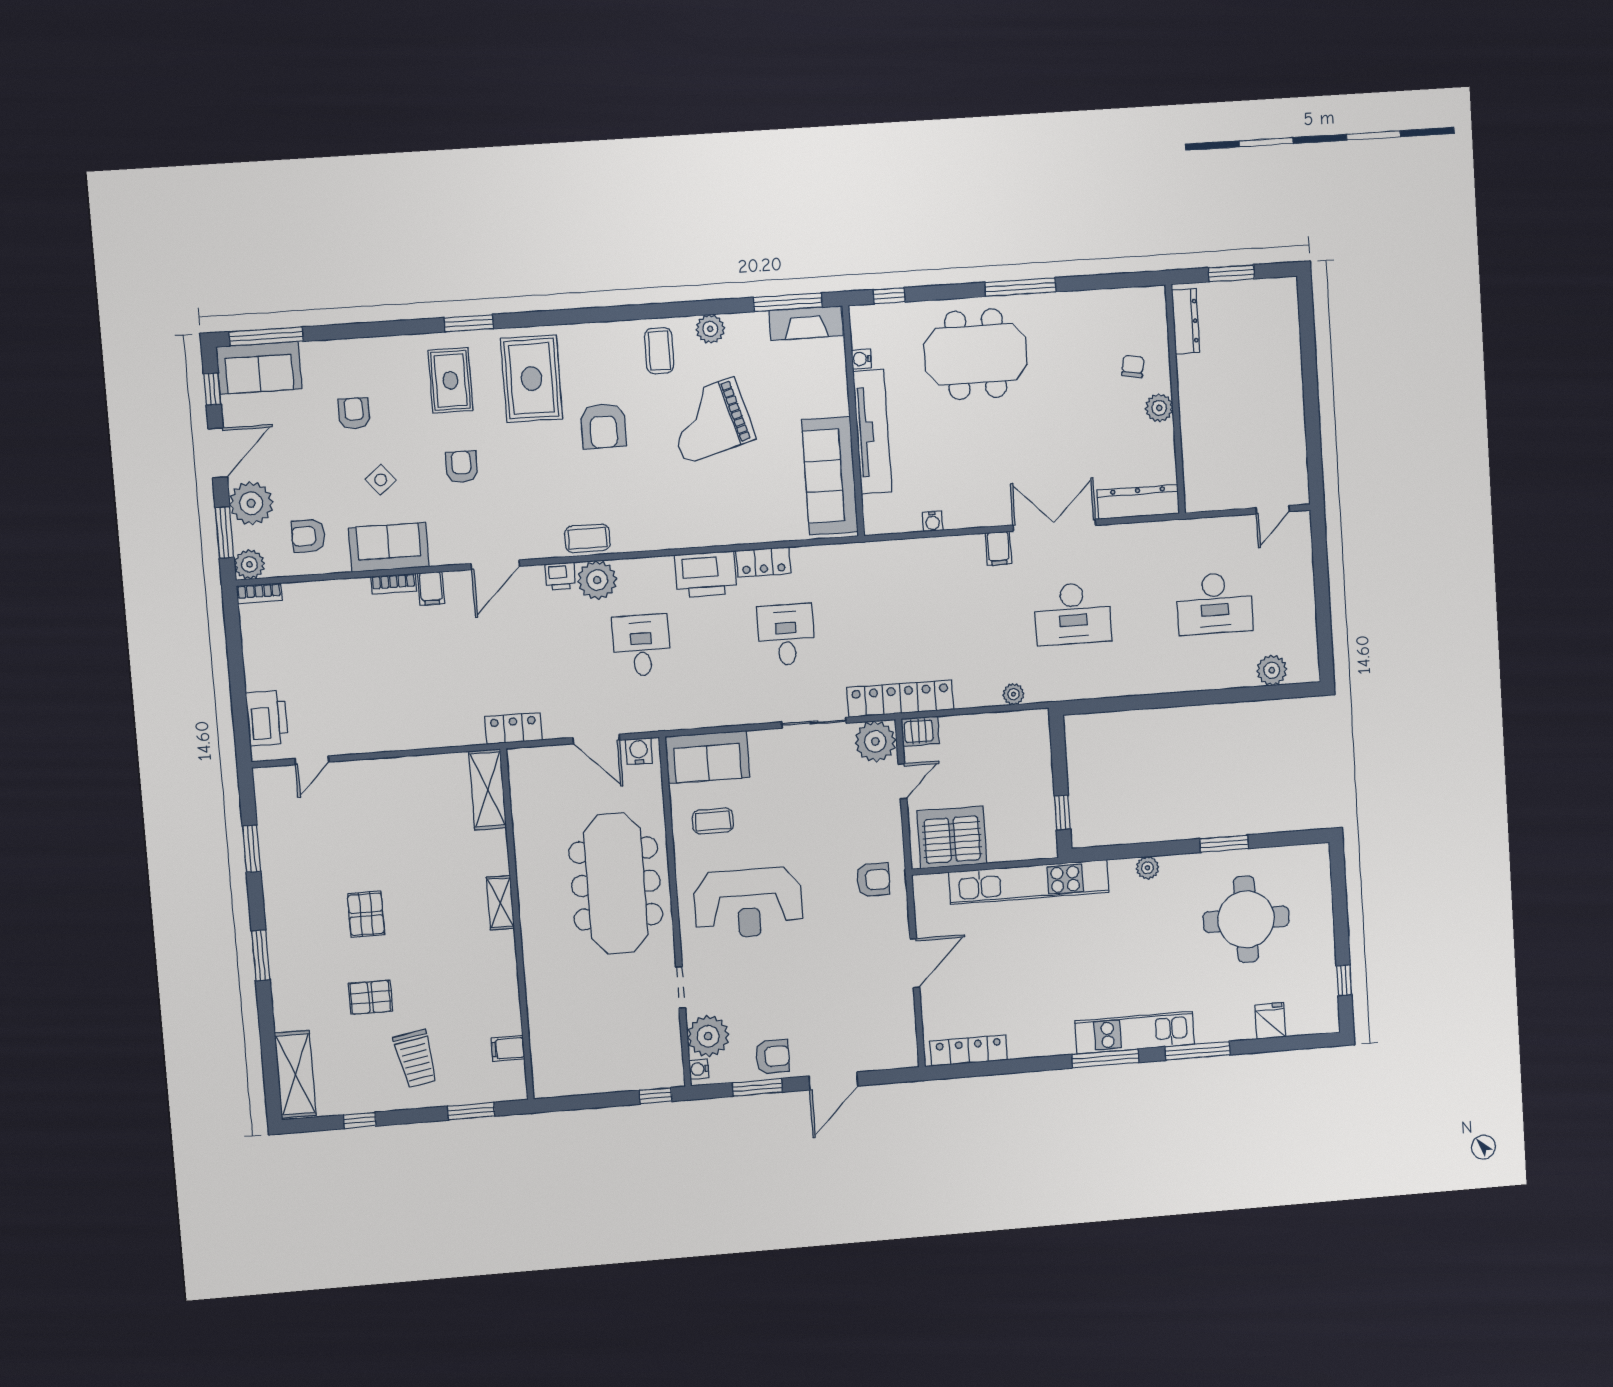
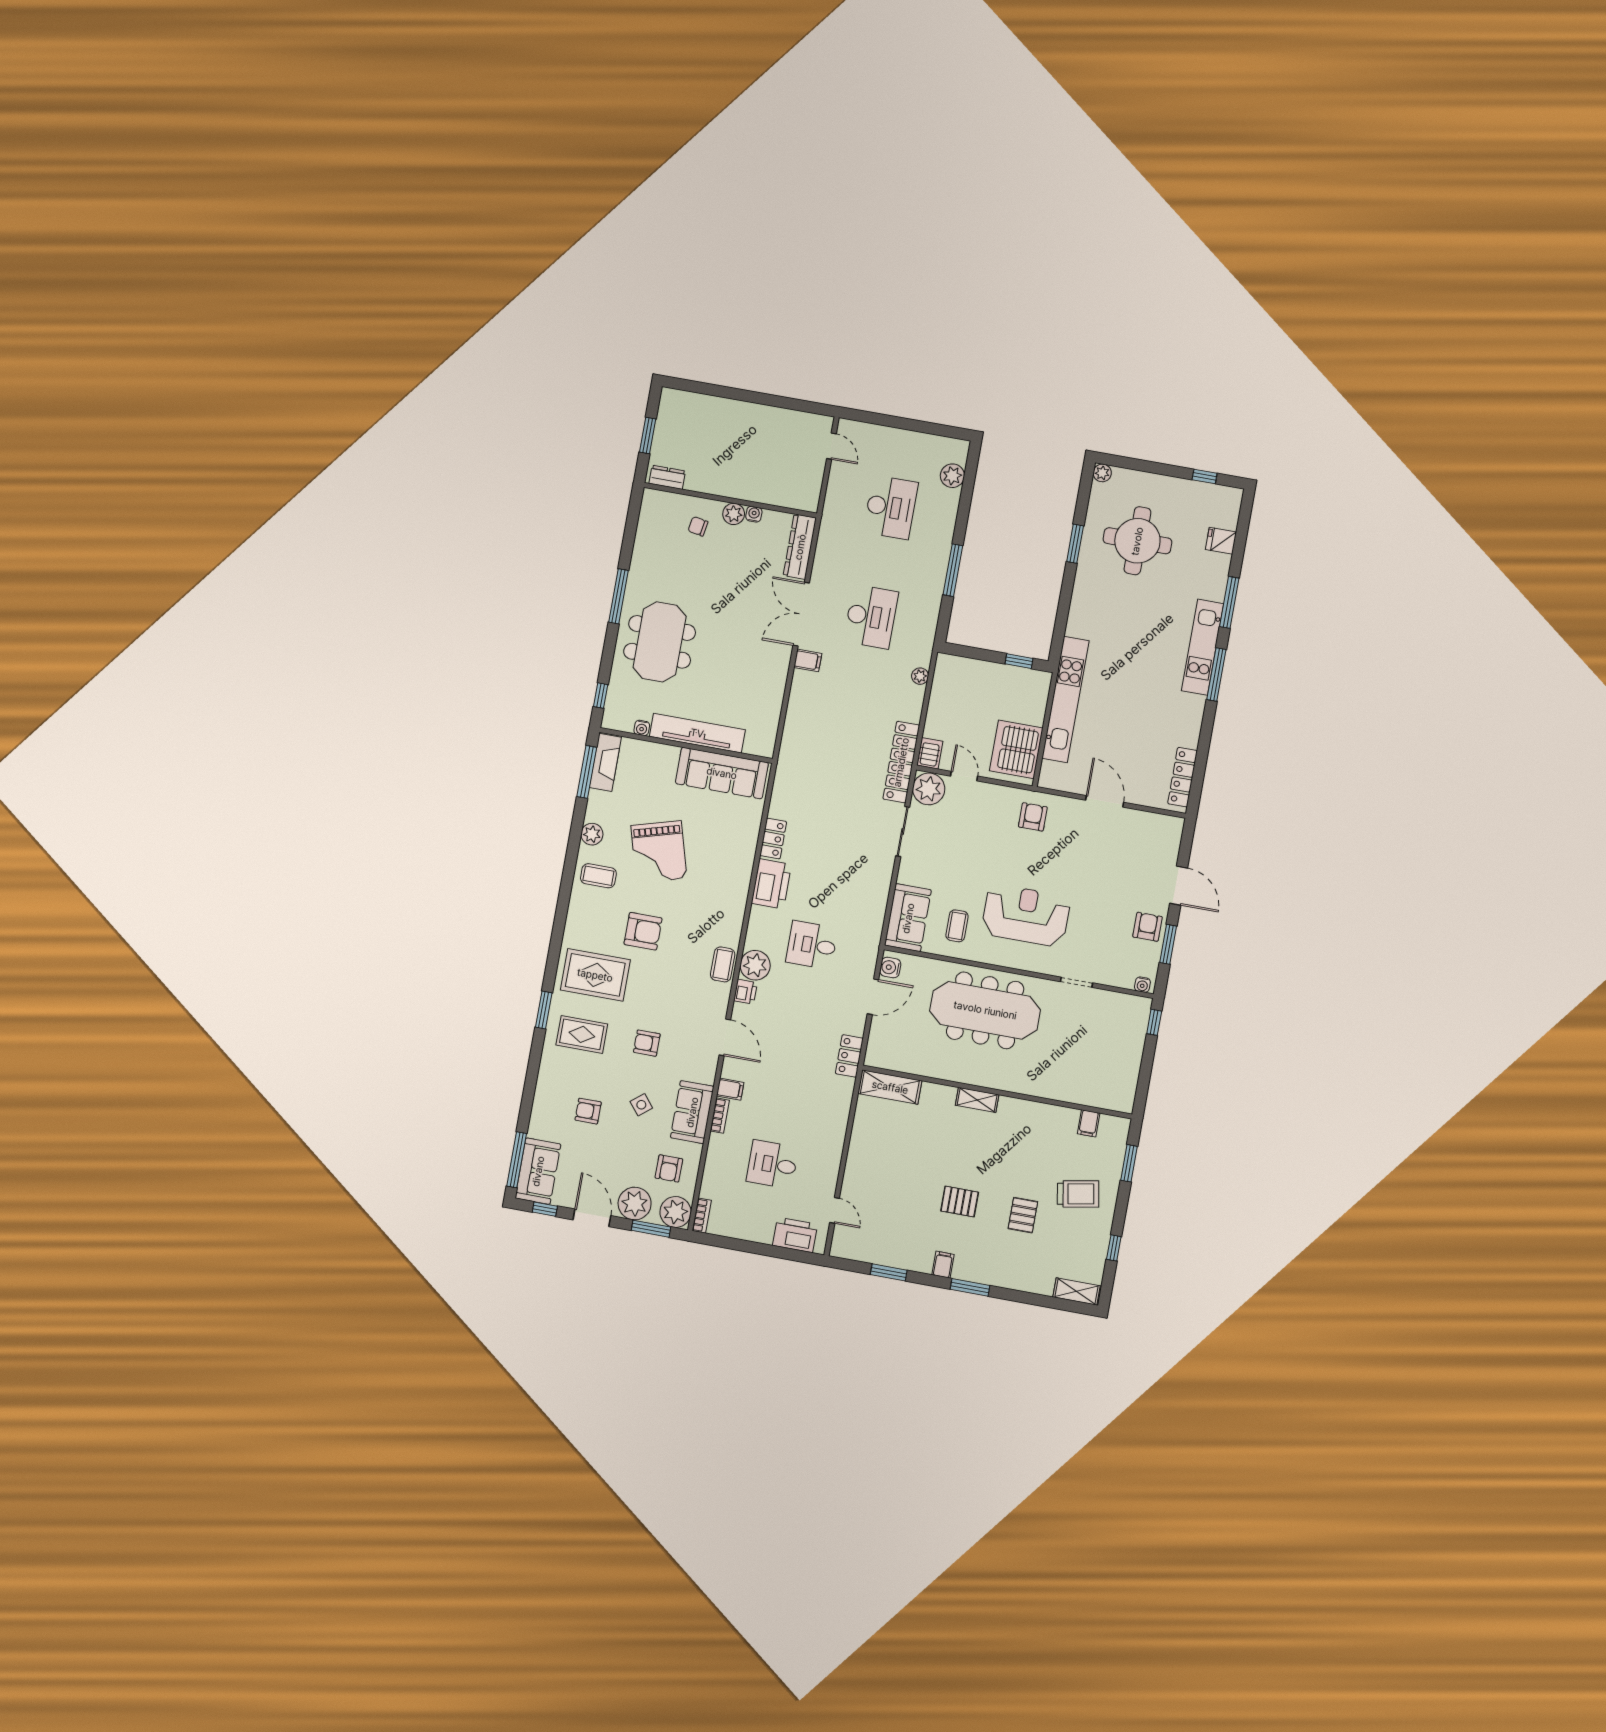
dresser: (1186, 321) -> (667, 477), width x0.70
water cooler: (932, 521) -> (754, 514), moved, turned -90
plant: (250, 564) -> (676, 1212), width x1.36, depth x1.36
desk: (786, 635) -> (772, 1164), moved
window: (1155, 701) -> (953, 570), added
plant: (1147, 868) -> (1102, 473), moved
reception desk: (748, 903) -> (1026, 915), turned -90
filing cabinet: (280, 914) -> (943, 1265), added
plant: (708, 1036) -> (1119, 971), removed
shelving: (295, 1074) -> (1076, 1291), width x0.67, depth x0.75

